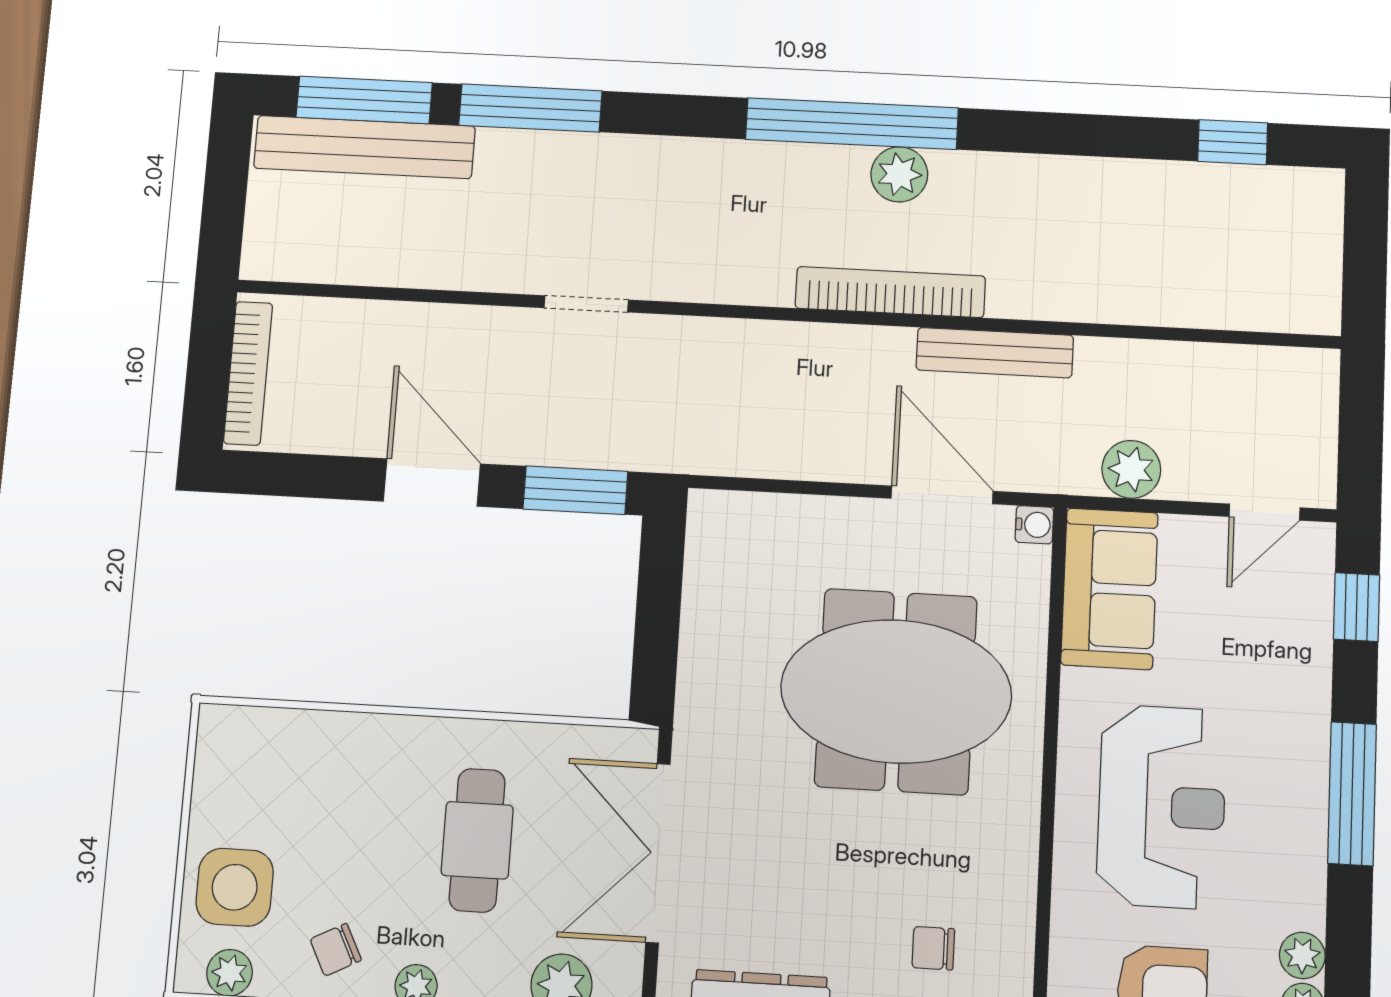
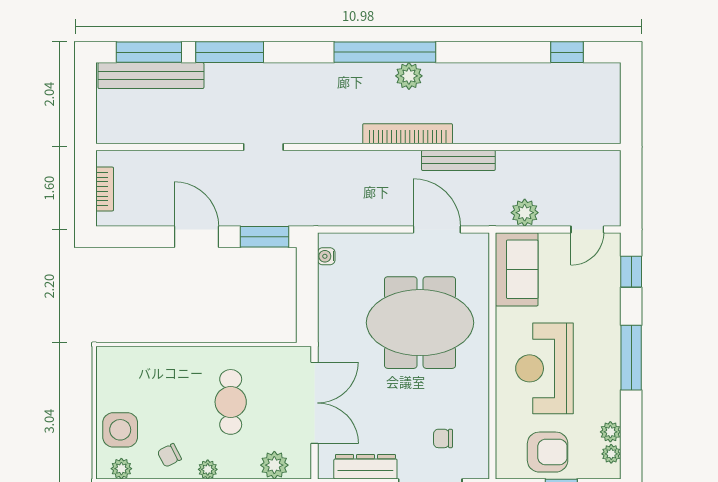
bookcase: (248, 373) -> (105, 189), width x0.64
water cooler: (1034, 525) -> (326, 256), moved, turned 180
reception desk: (1162, 806) -> (544, 368), turned 180
double door: (658, 853) -> (314, 403), swing flipped

